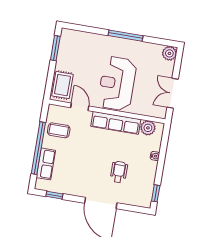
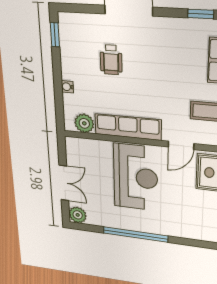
window: (126, 36) -> (135, 234), width x1.46
double door: (173, 93) -> (64, 183), moved
door: (80, 107) -> (181, 145), hinge flipped

